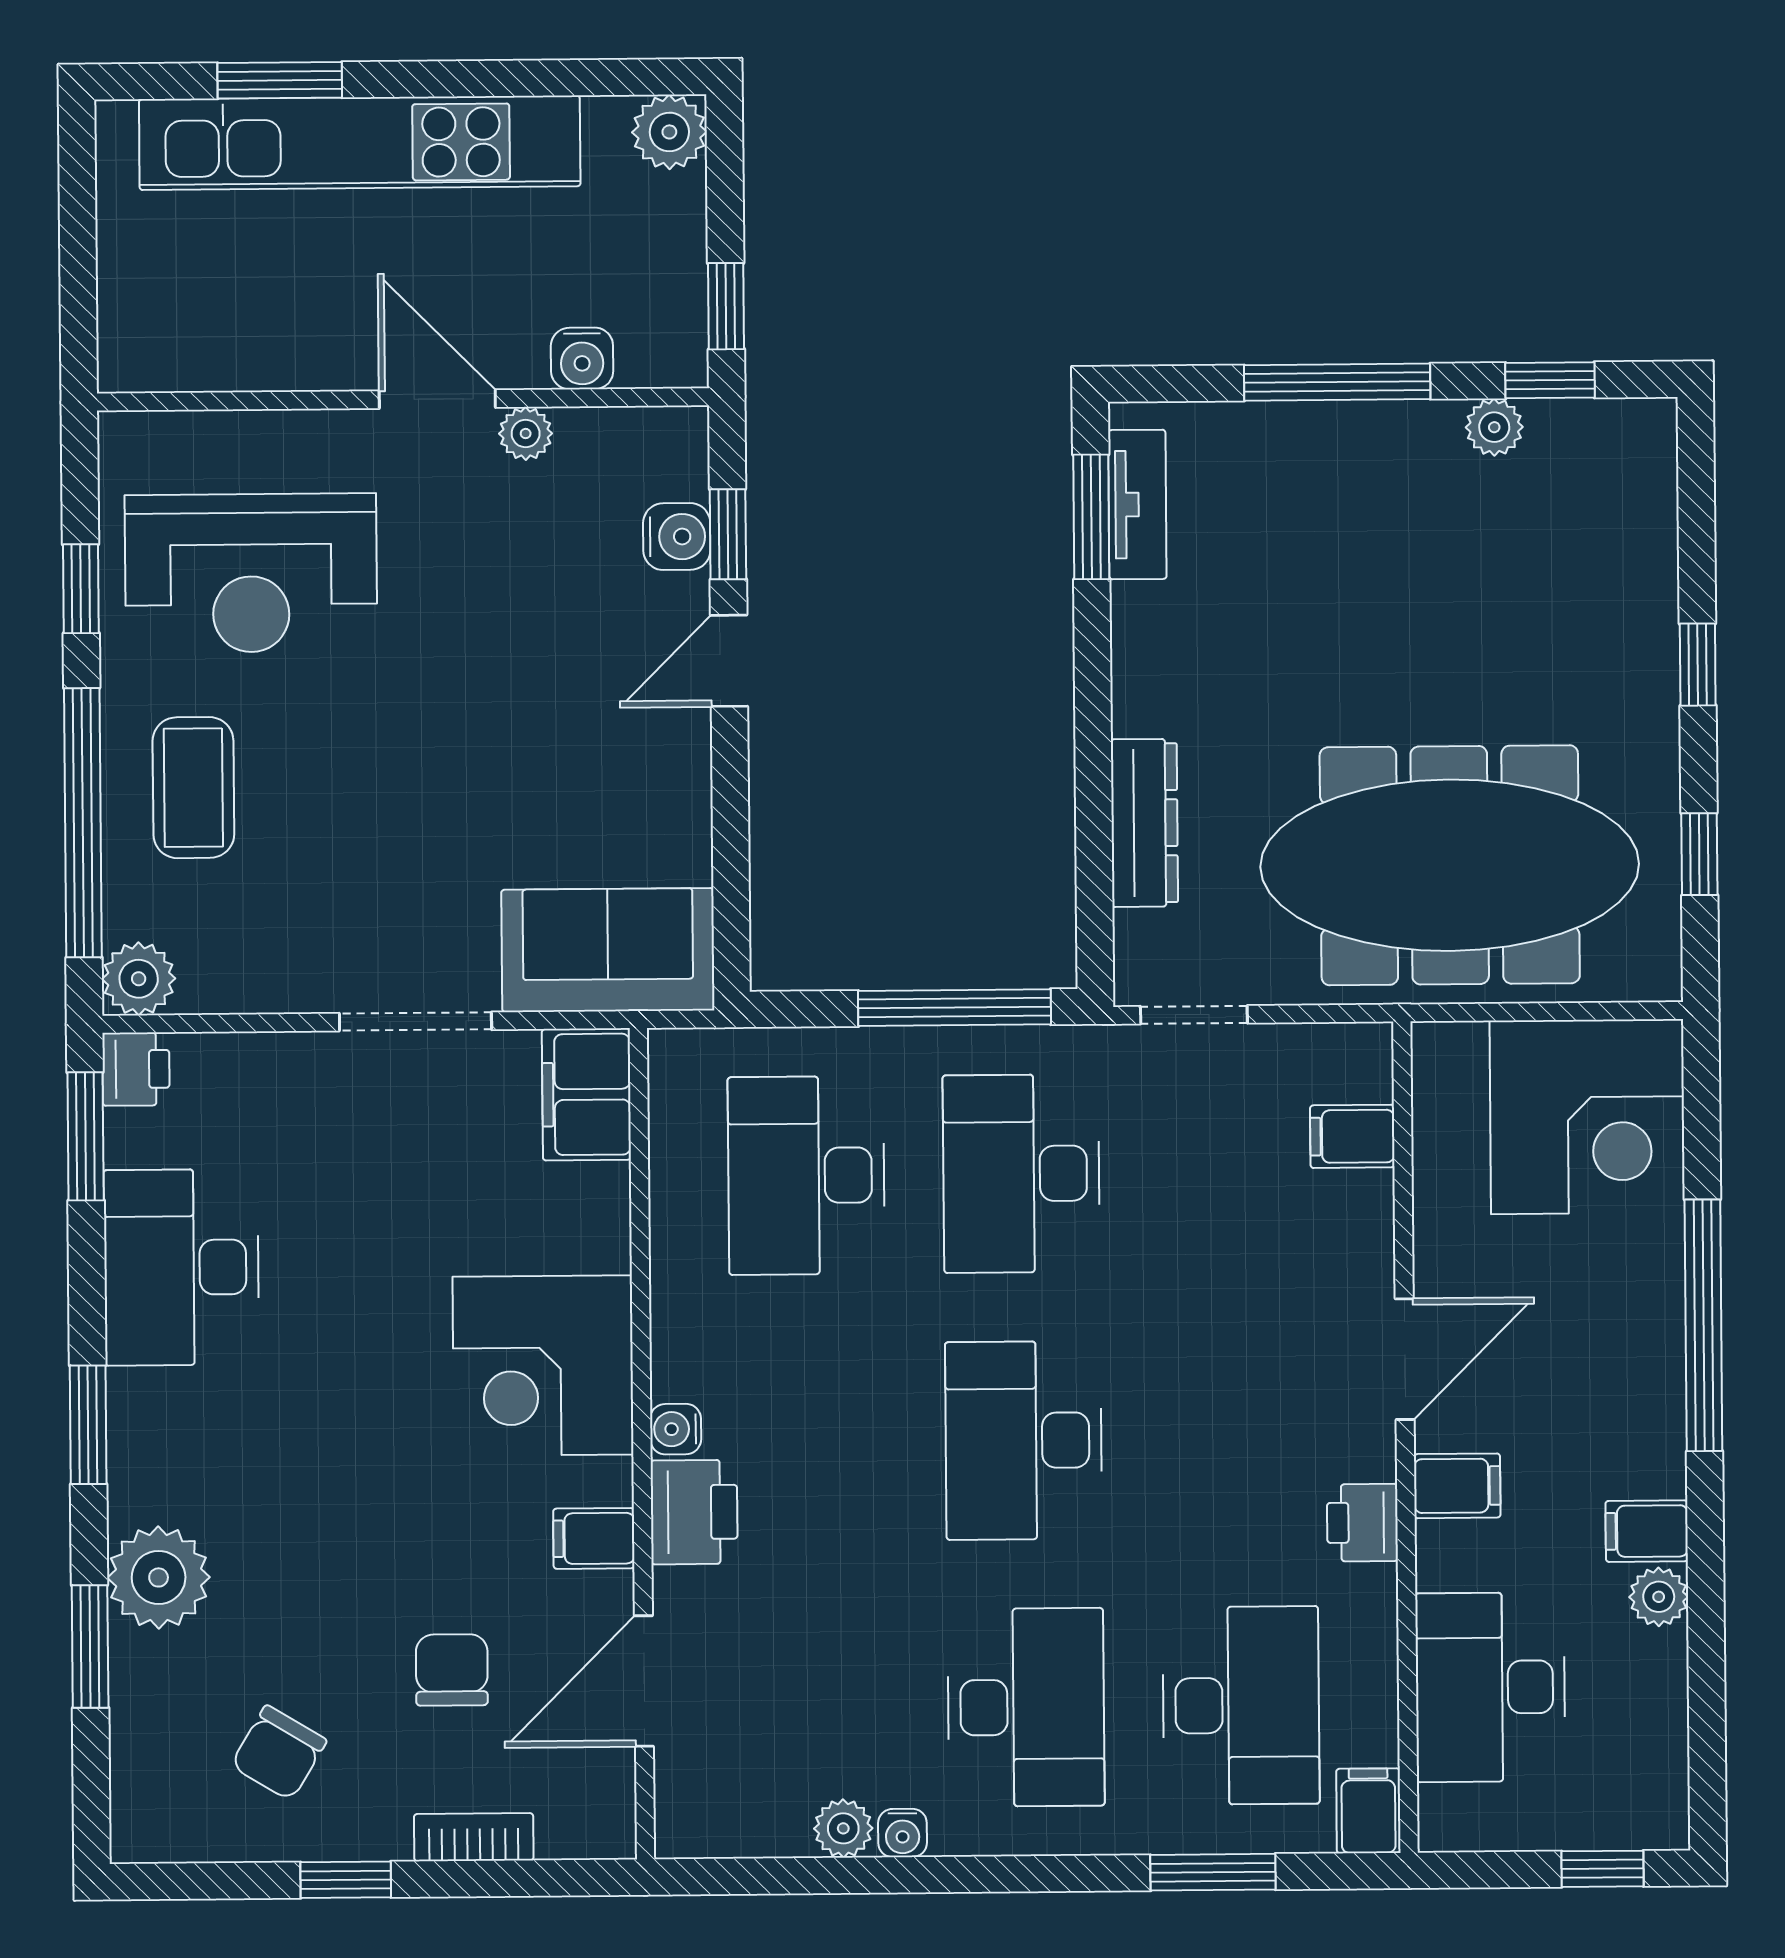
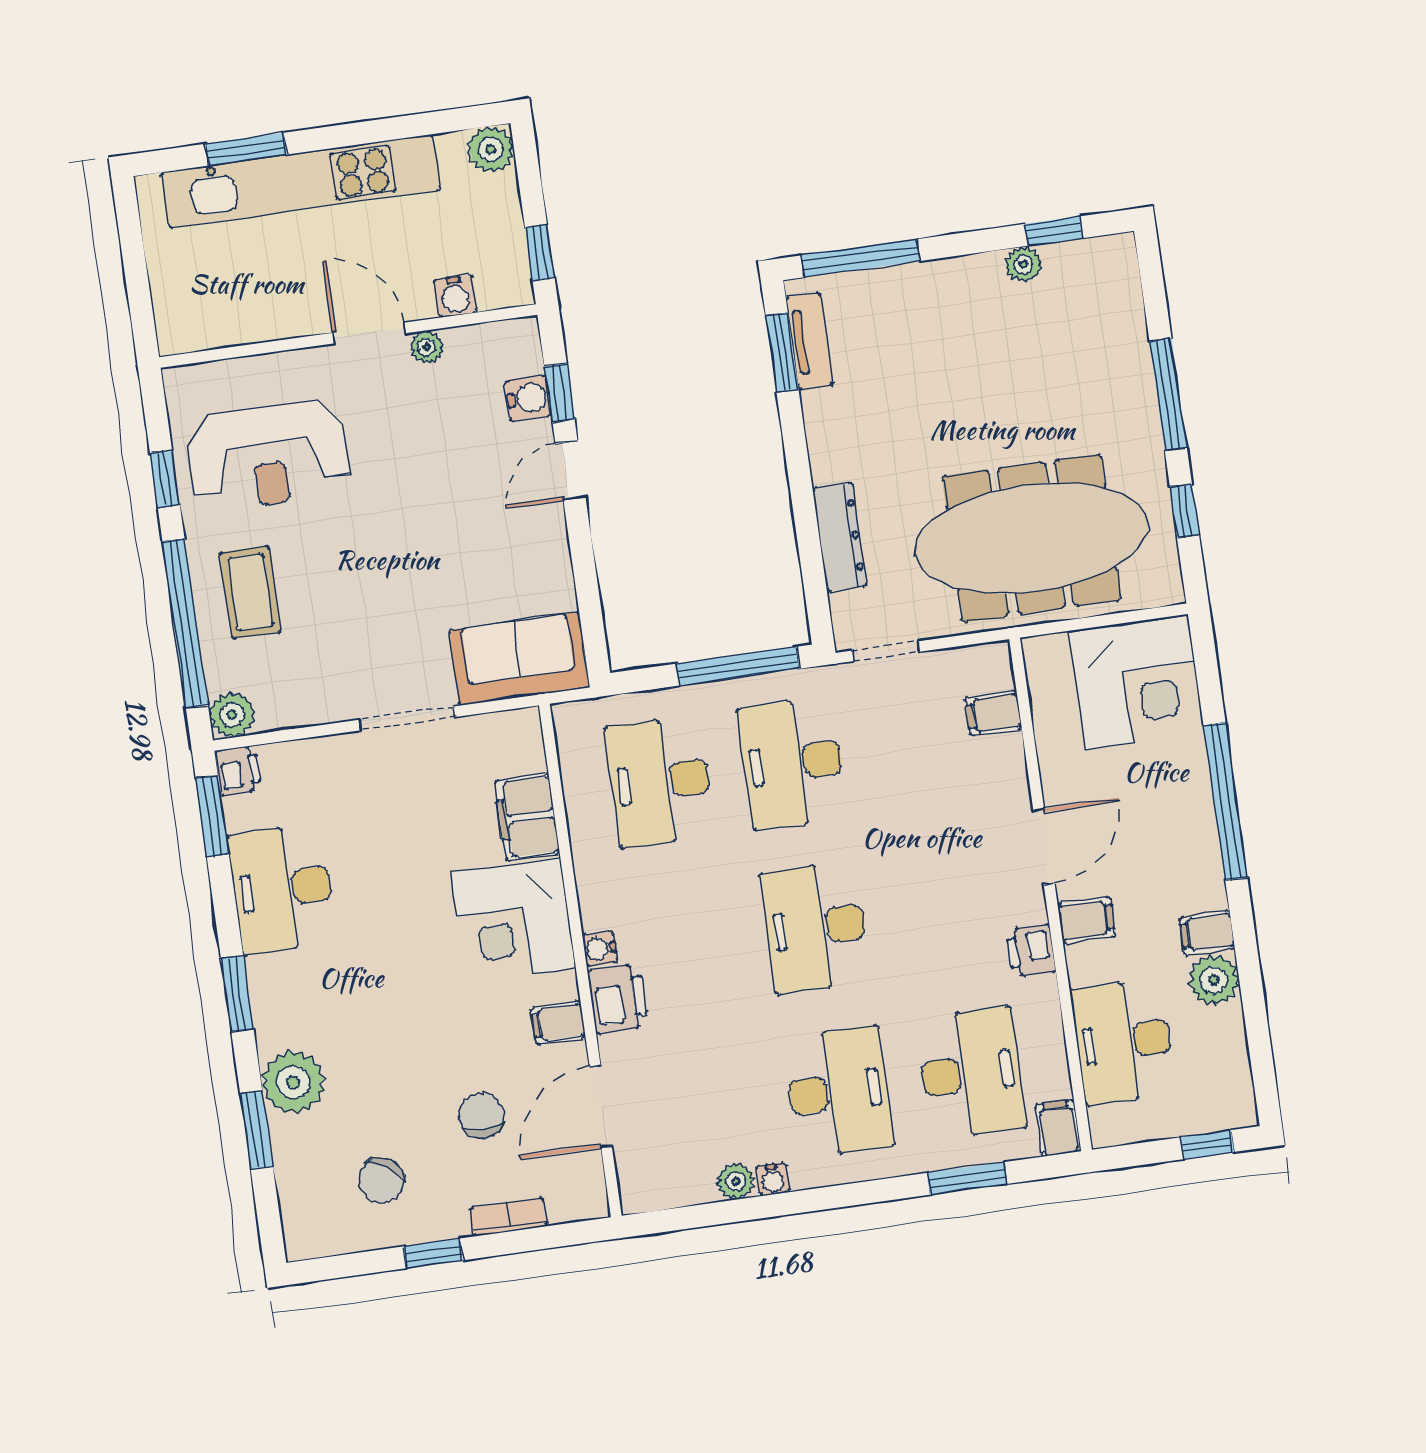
window: (1337, 382) -> (860, 258), moved
window: (1698, 665) -> (1168, 394), width x2.17
filing cabinet: (586, 1094) -> (527, 817), moved
plant: (1659, 1597) -> (1214, 980), width x1.38, depth x1.38

